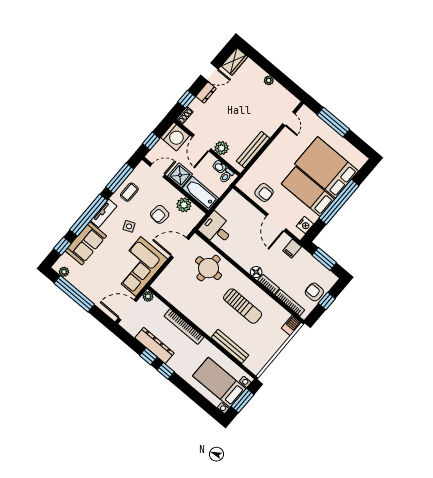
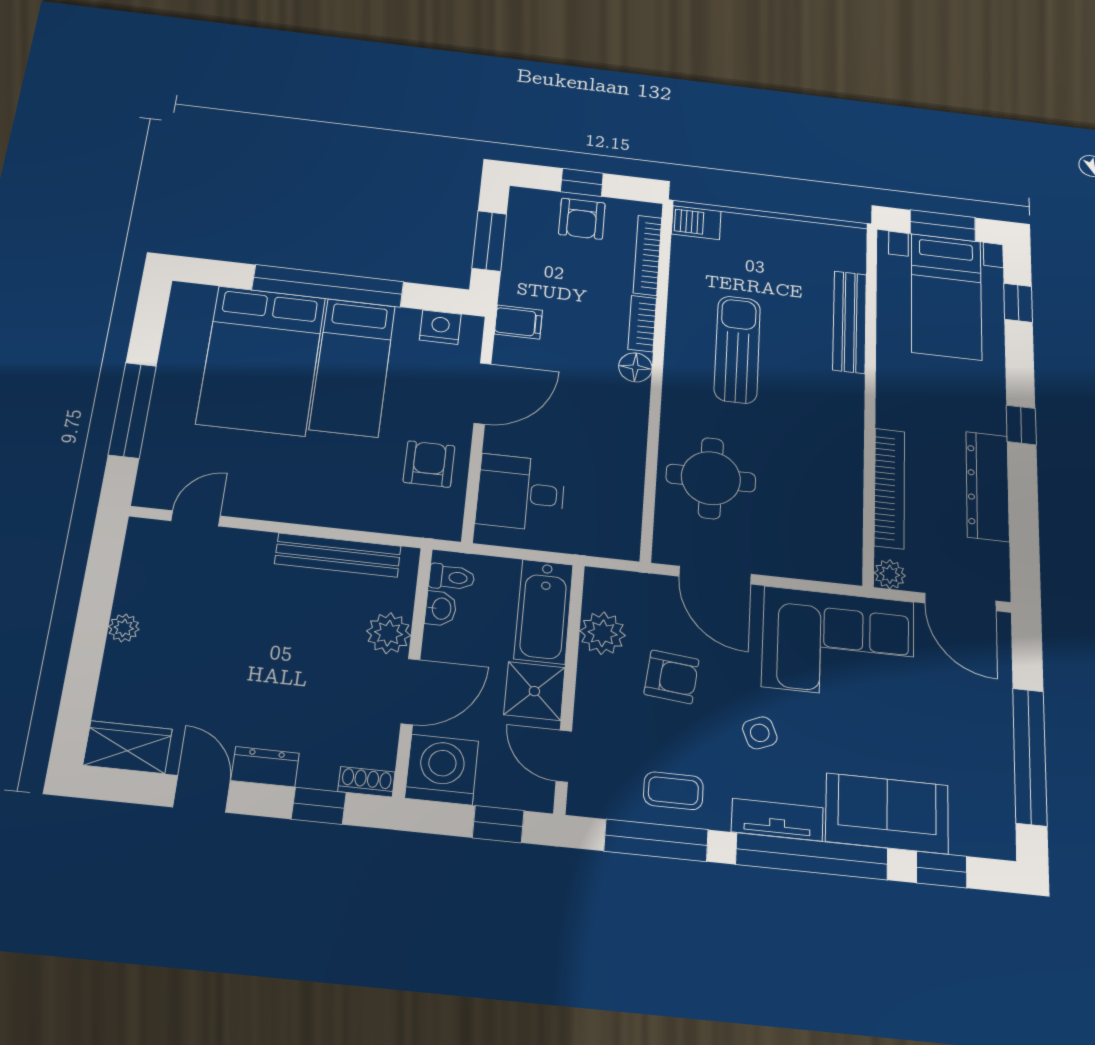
desk: (216, 229) -> (521, 493), moved, turned 90
plant: (64, 272) -> (1000, 820), removed
bookcase: (184, 327) -> (889, 488), moved
window: (148, 356) -> (1018, 303), moved

